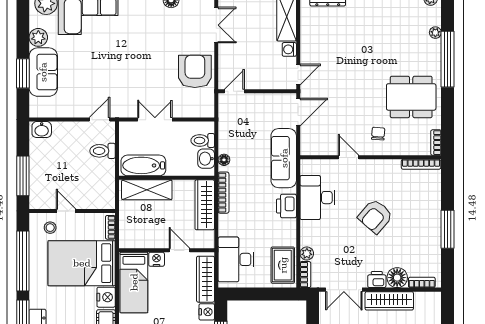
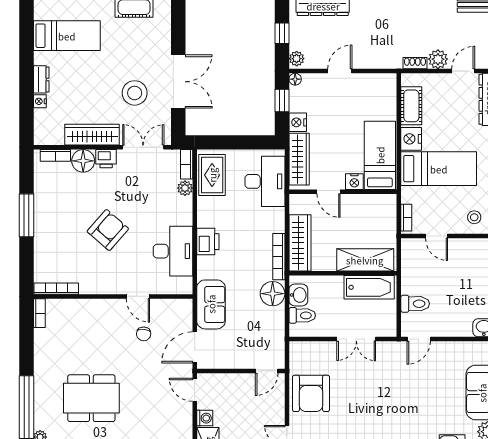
door: (298, 74) -> (195, 390), hinge flipped
dining table: (411, 97) -> (91, 398), moved
chair: (378, 134) -> (144, 334), moved
sofa: (284, 158) -> (211, 304), width x0.73
floor lamp: (224, 160) -> (273, 294), width x1.89, depth x1.89
door: (66, 211) -> (437, 236), moved
bed: (82, 263) -> (439, 169), width x0.67

